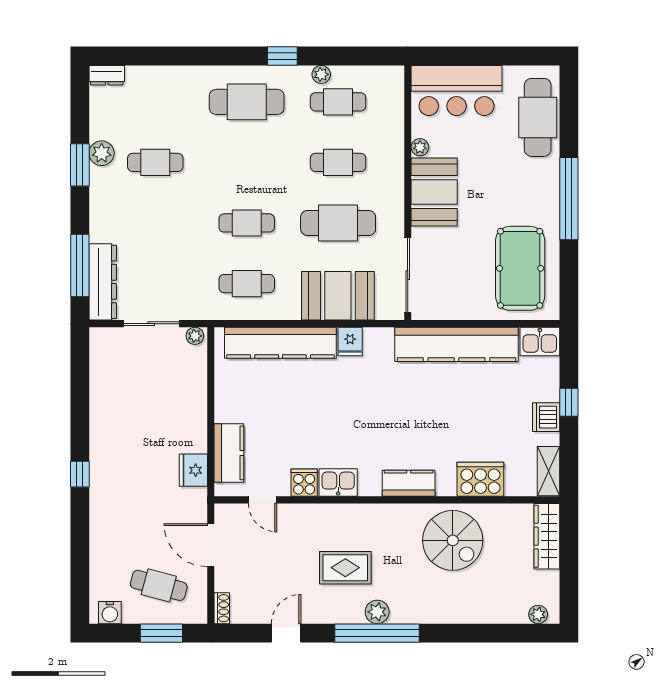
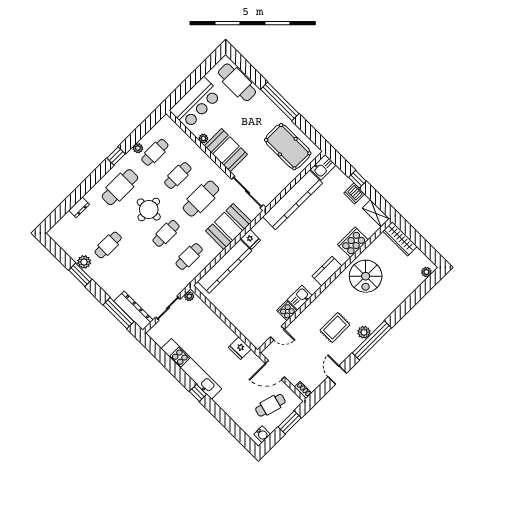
dresser: (107, 75) -> (79, 207), moved
round table: (255, 169) -> (149, 209), added
kitchen unit: (103, 434) -> (191, 369), added
kitchen counter: (229, 453) -> (247, 328), removed
spiral stairs: (453, 540) -> (366, 276), turned 90

